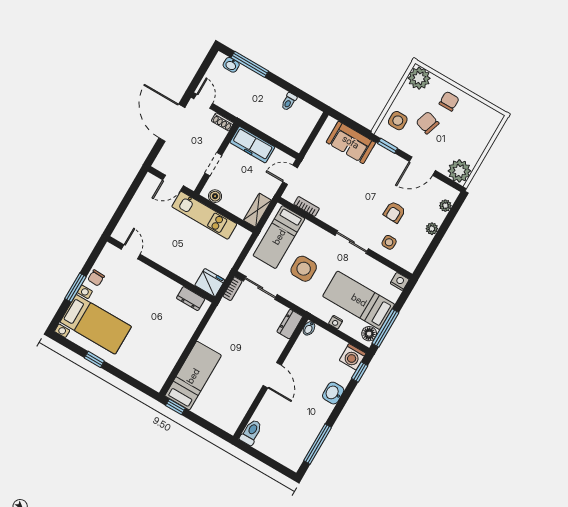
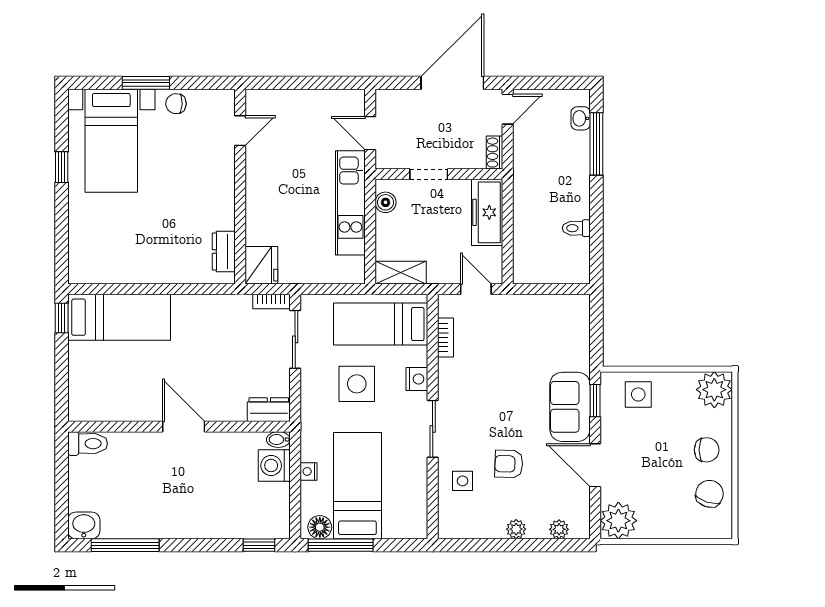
chair: (427, 123) -> (709, 494), moved
sofa: (351, 142) -> (570, 407), moved
nightstand: (400, 281) -> (417, 379), moved
washing machine: (353, 357) -> (274, 465), moved
door: (272, 375) -> (184, 427), swing flipped
washbasin: (333, 393) -> (84, 525), moved

